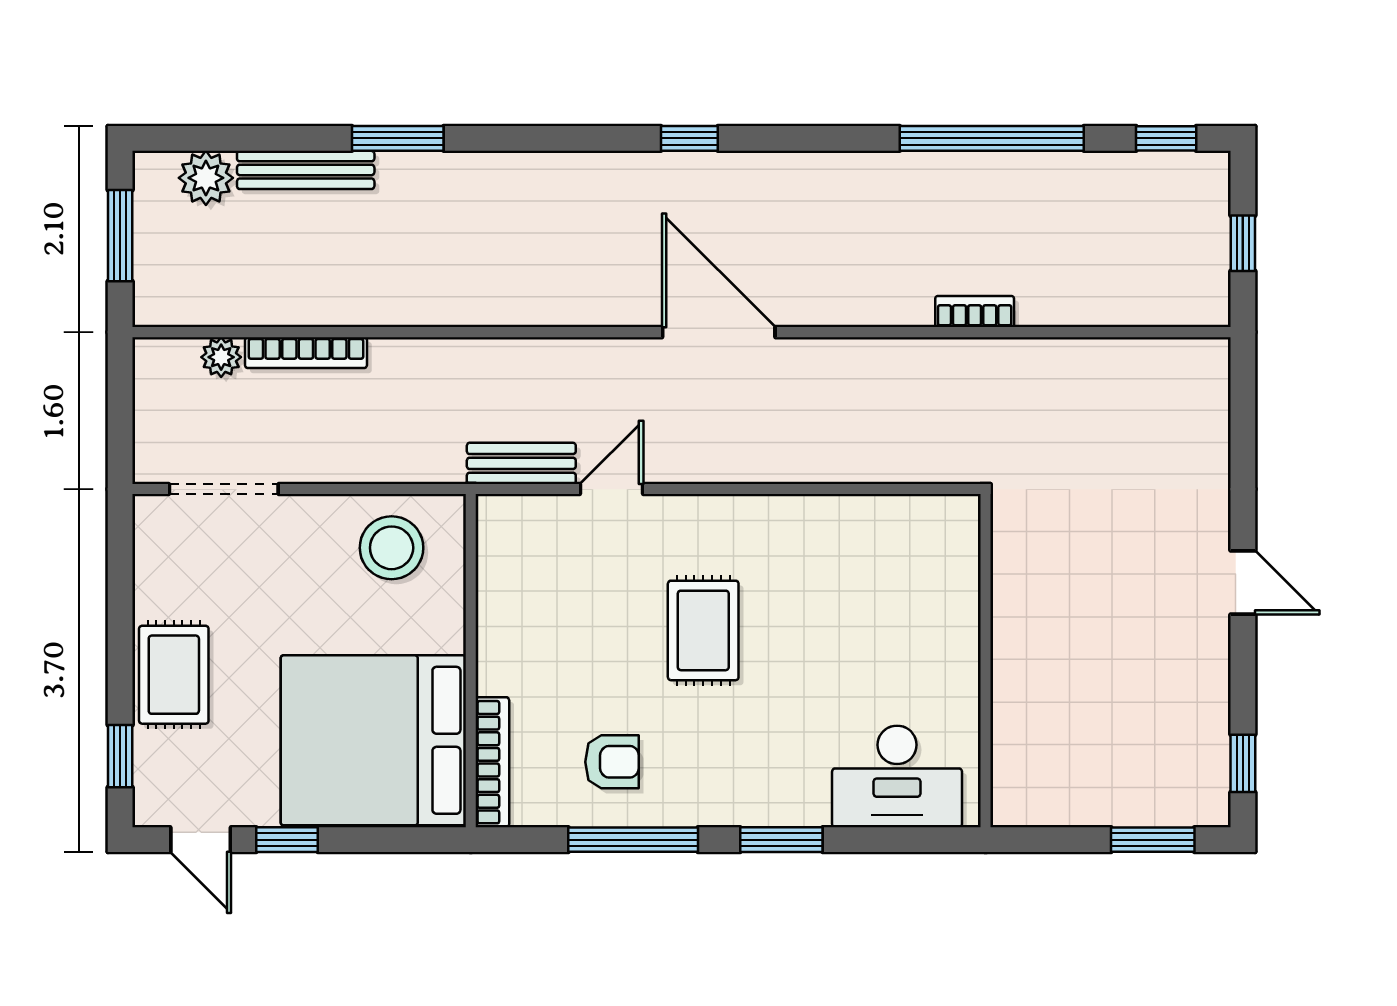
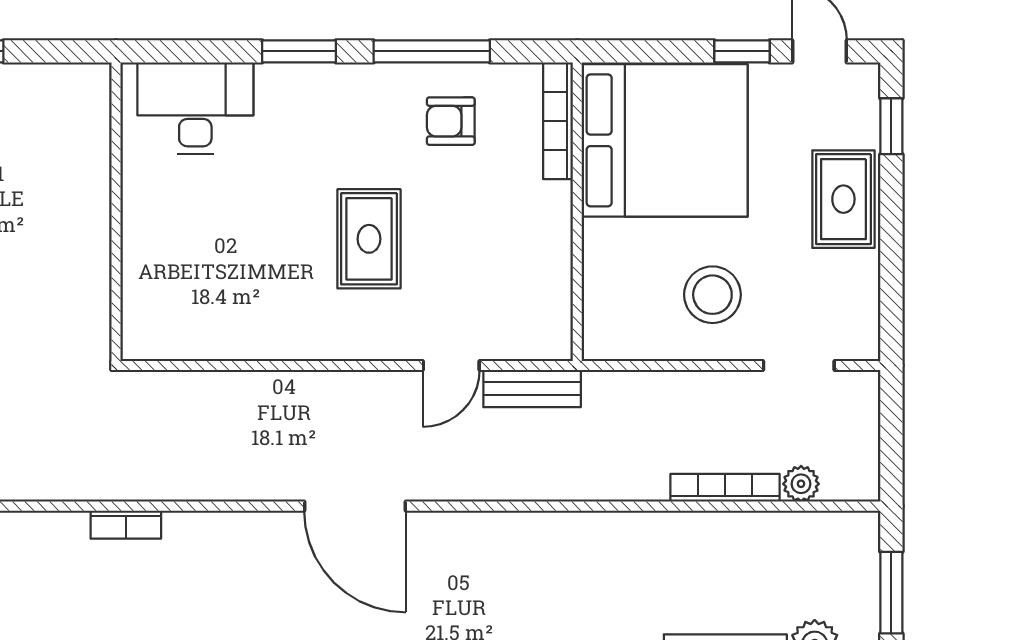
doorway: (224, 489) -> (799, 366), width x0.73
stool: (392, 548) -> (712, 295), moved

